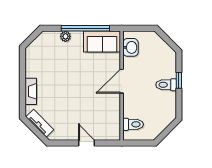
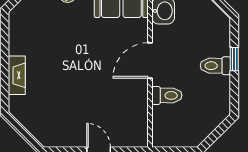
tv unit: (40, 123) -> (30, 122), removed
toilet: (133, 124) -> (167, 95), moved

